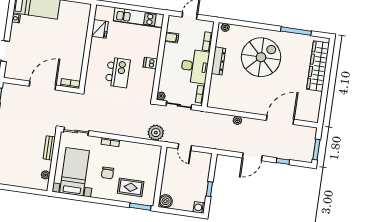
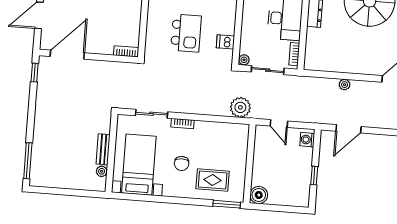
dishwasher: (150, 63) -> (225, 42), moved
door: (43, 86) -> (67, 55), moved
sliding door: (76, 131) -> (152, 114), moved
bench: (49, 148) -> (103, 149), moved
door: (252, 157) -> (348, 129), moved
washing machine: (199, 207) -> (307, 140), moved

